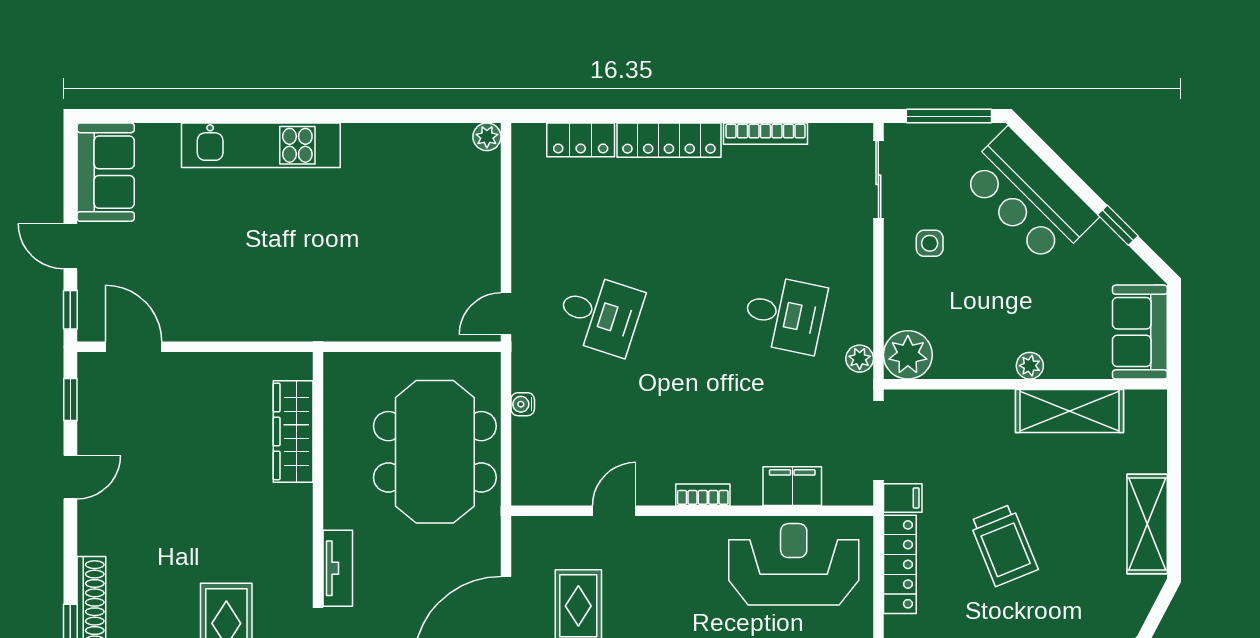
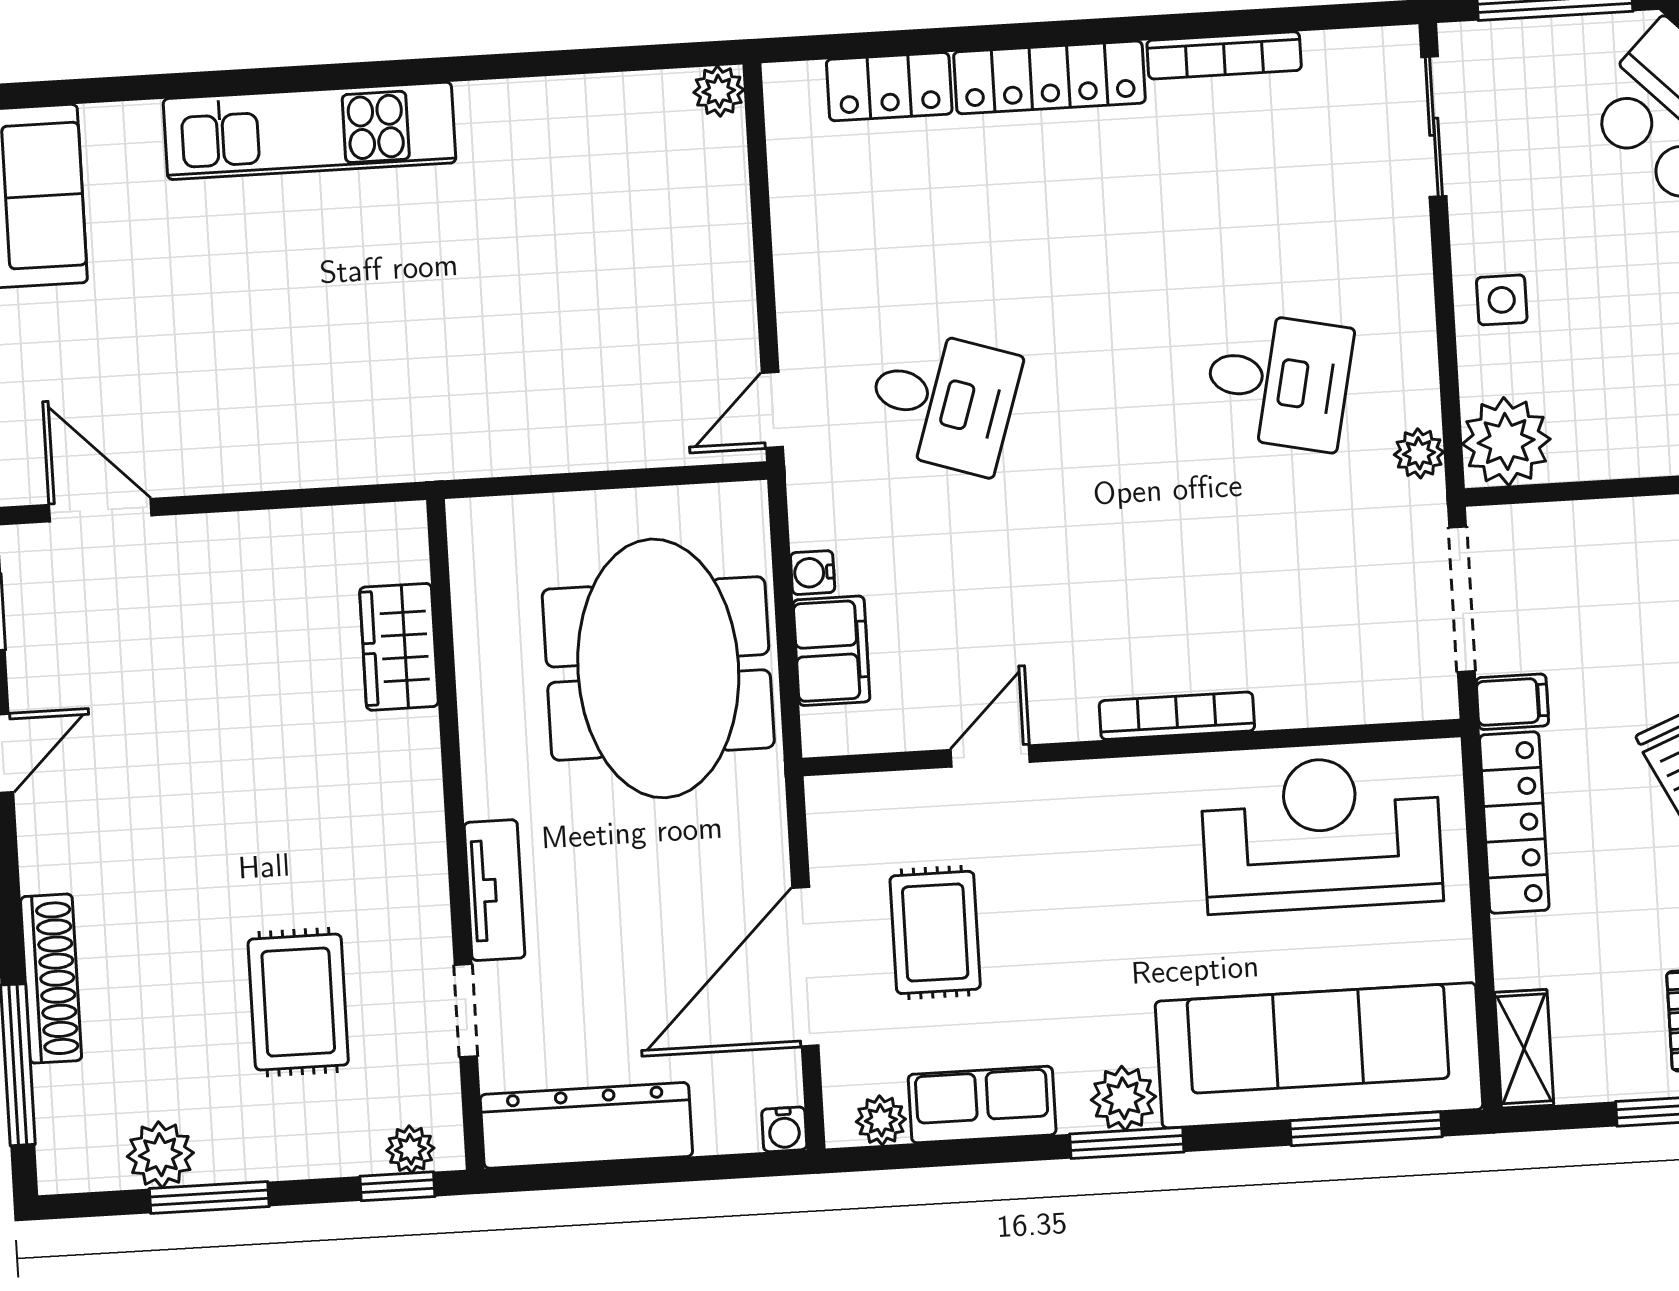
side table: (930, 243) -> (1502, 300), moved
wardrobe: (293, 431) -> (399, 647), width x0.67
filing cabinet: (792, 486) -> (832, 651), moved, turned 90
bookcase: (703, 495) -> (1177, 716), width x1.56

